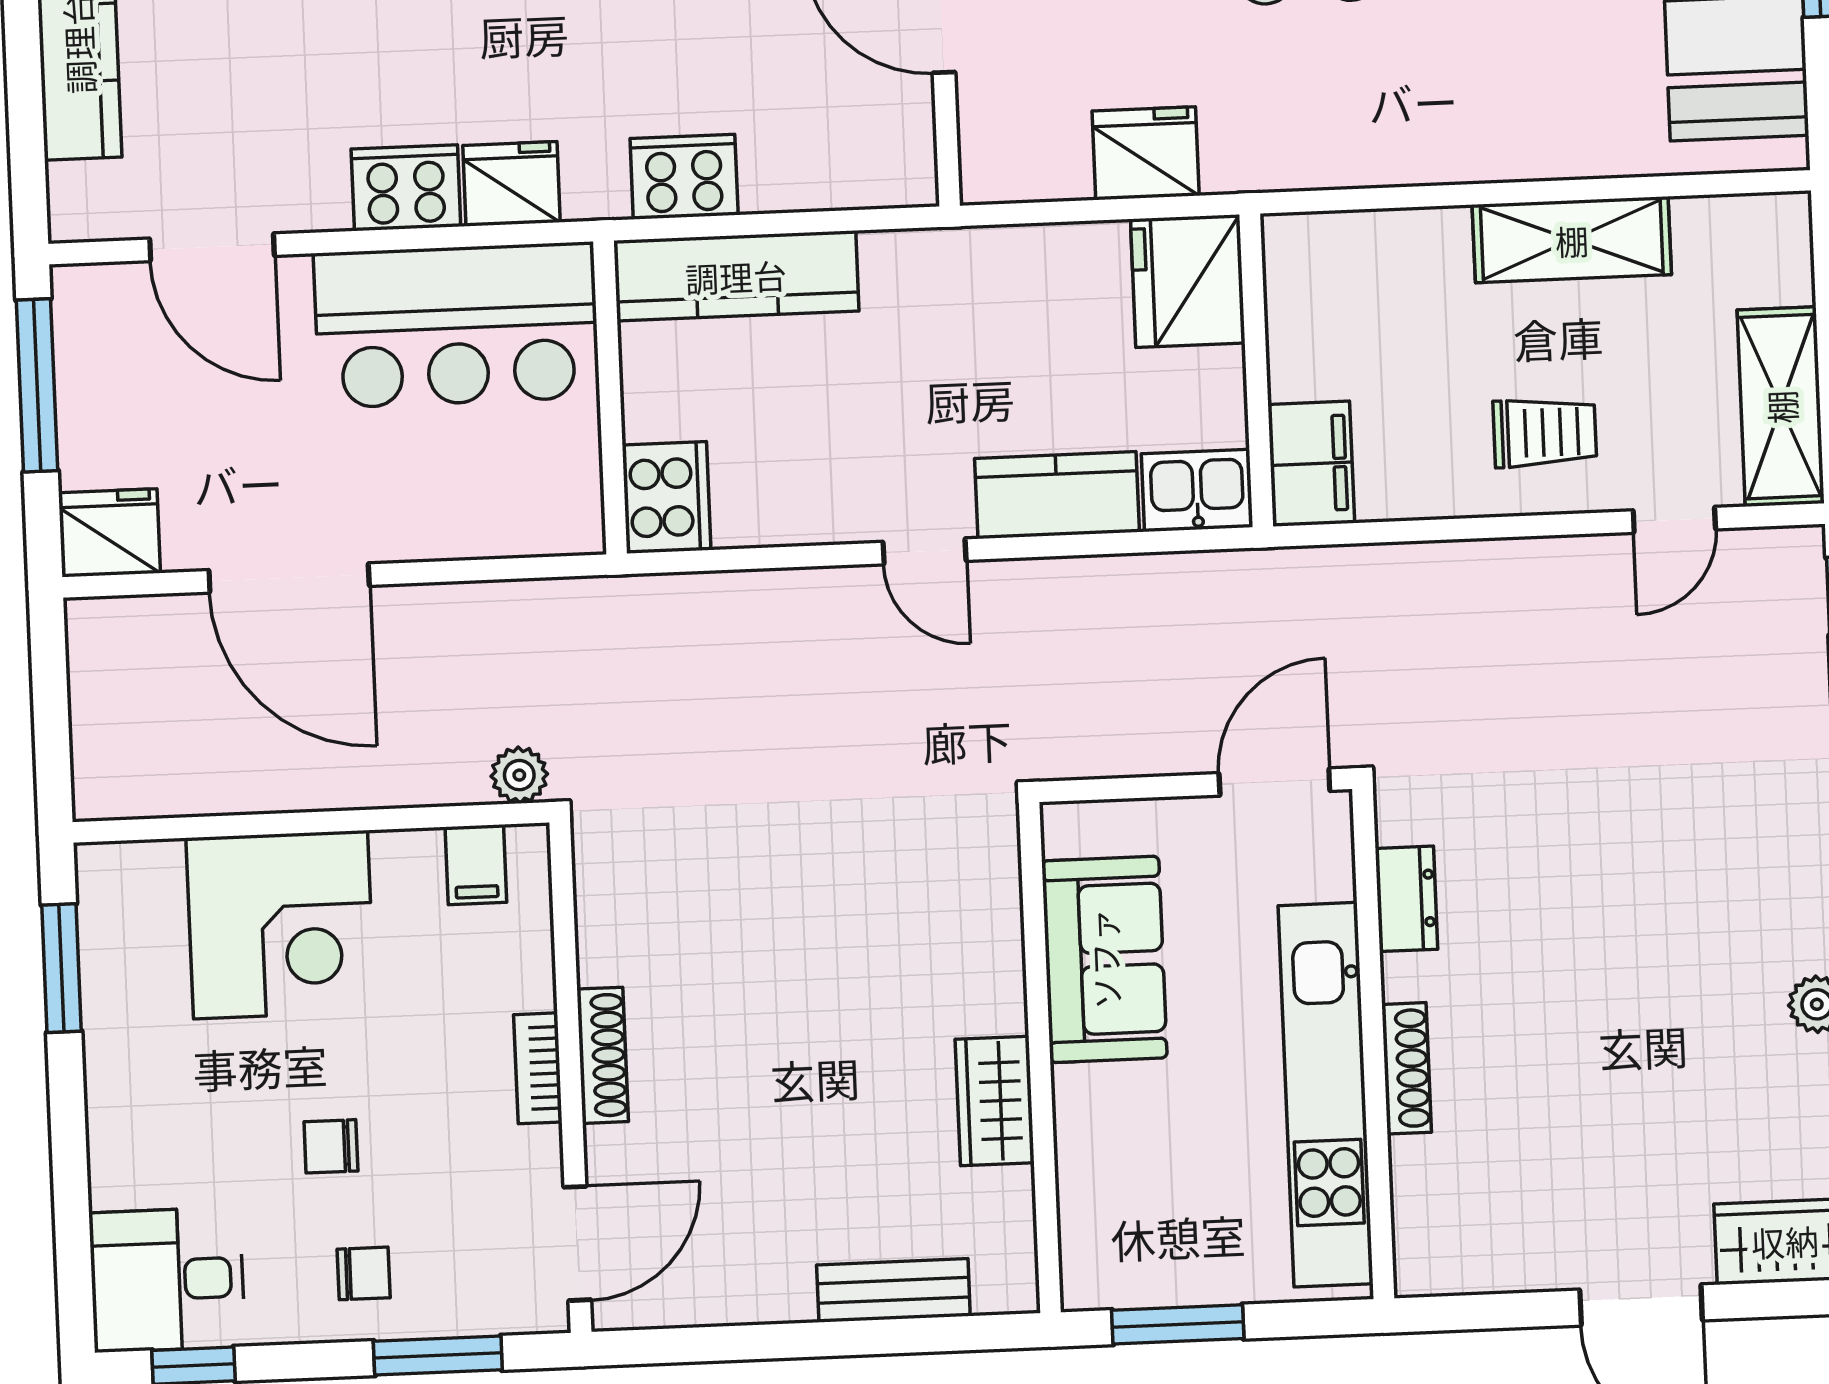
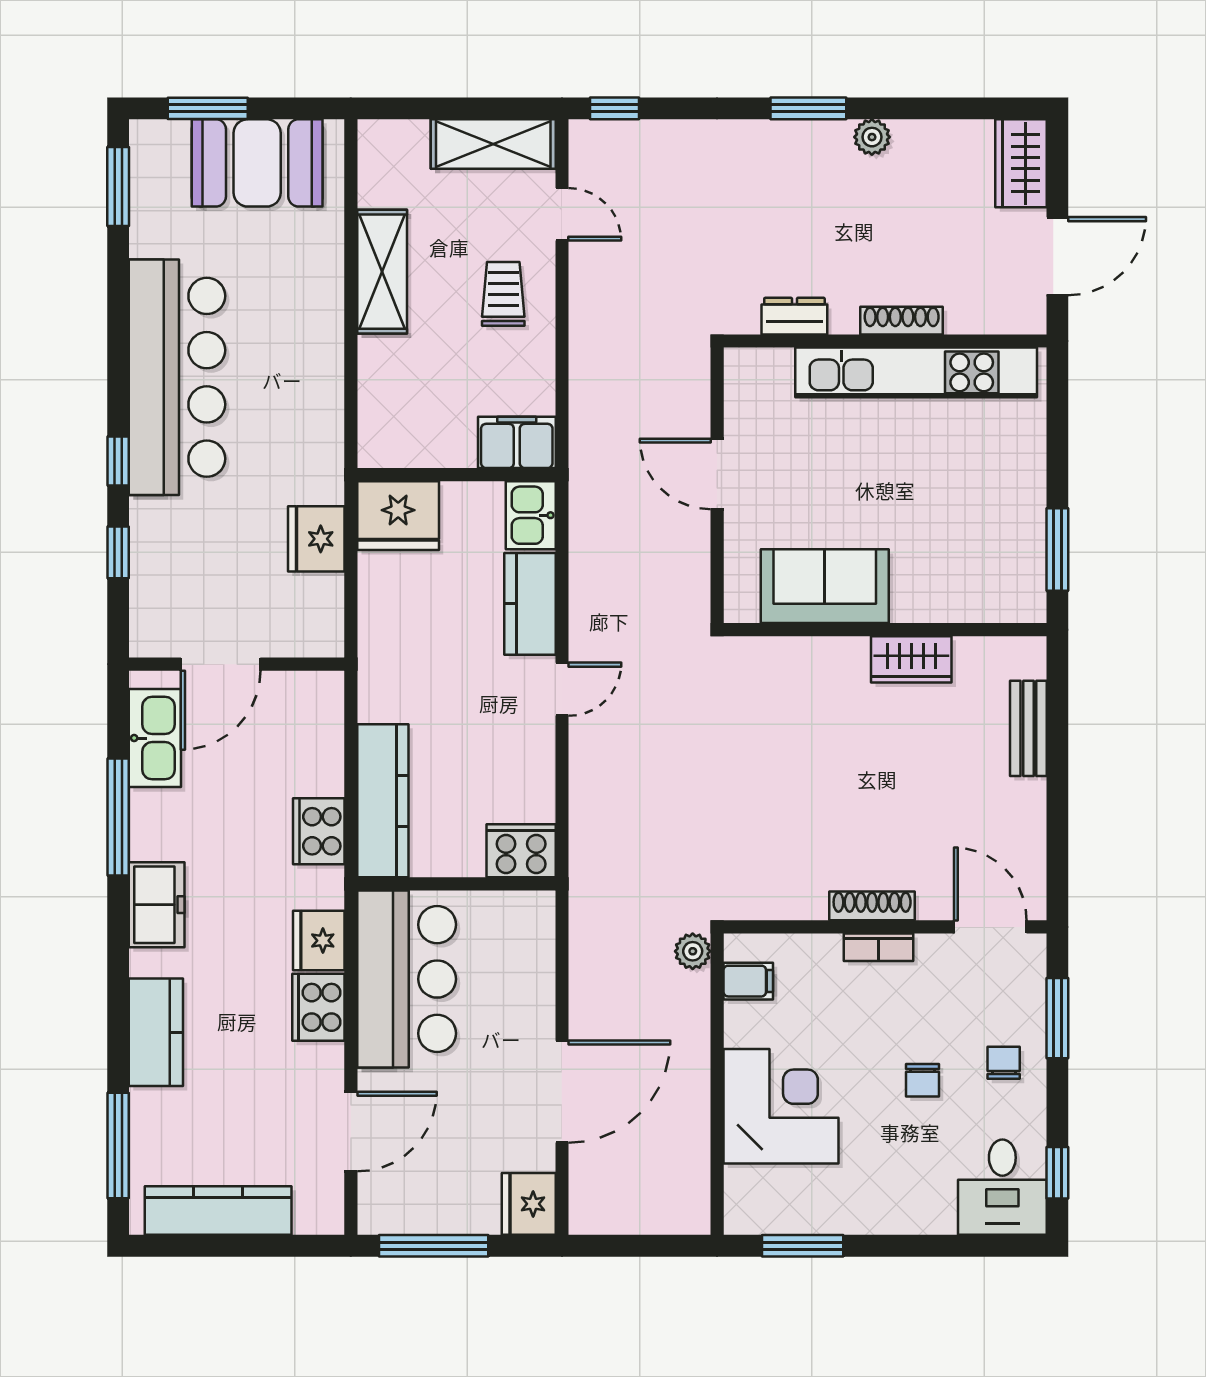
dresser: (1406, 899) -> (794, 316), moved
wall: (1373, 1044) -> (885, 341), moved
shoe rack: (1407, 1068) -> (902, 321), moved
kitchen unit: (1326, 1095) -> (916, 372), moved

